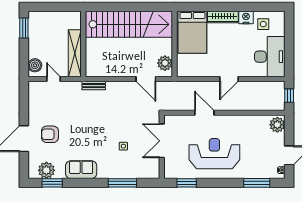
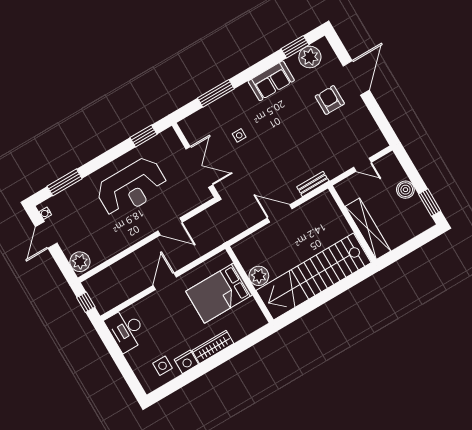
bed: (192, 32) -> (219, 293), moved, turned -90
shelving: (75, 53) -> (368, 229), moved
desk: (270, 57) -> (126, 330), width x0.73, depth x0.77
plant: (165, 63) -> (259, 276), moved
boiler: (35, 65) -> (405, 190), moved
door: (146, 79) -> (280, 213), moved
armchair: (50, 134) -> (330, 100), turned -90

